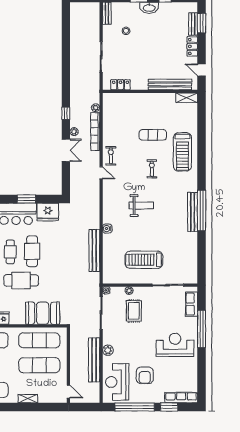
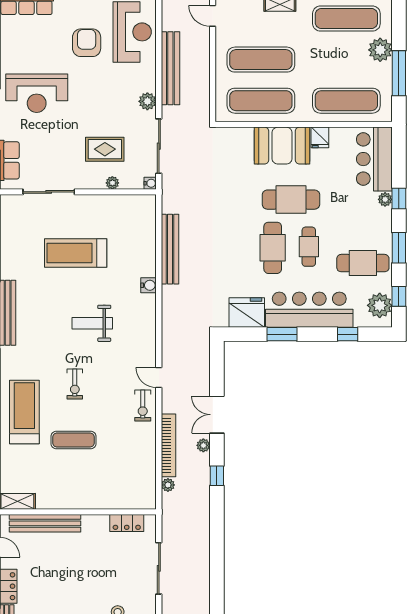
treadmill: (144, 260) -> (76, 253), moved, turned 180
rug: (134, 311) -> (105, 149), turned 90
booth: (43, 313) -> (282, 146), moved
plant: (108, 350) -> (147, 101), moved

